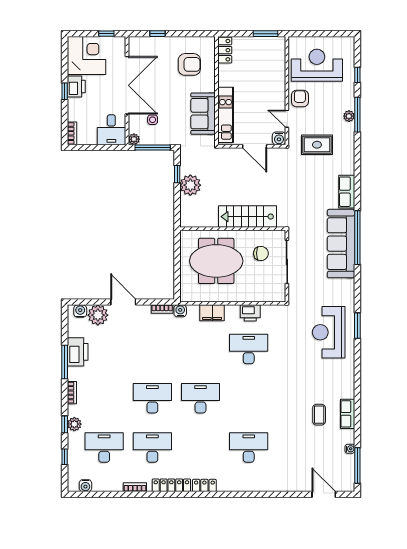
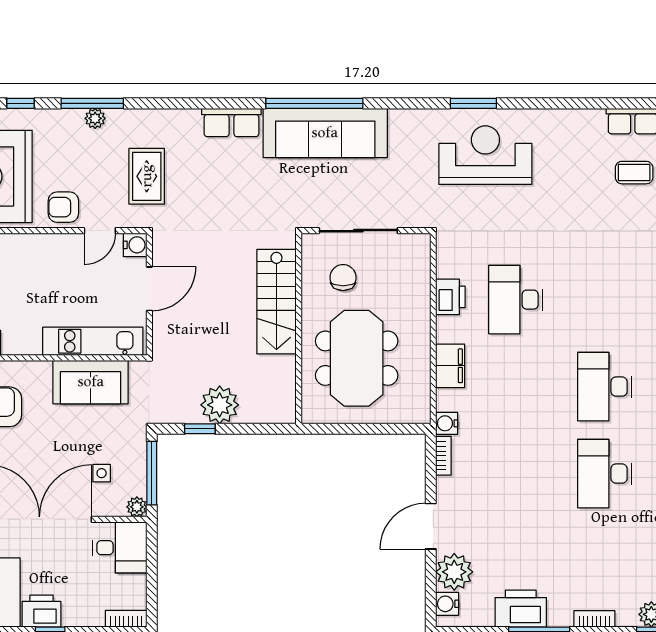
reception desk: (329, 332) -> (485, 155), turned 180

